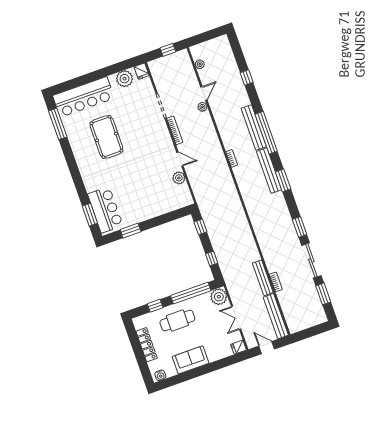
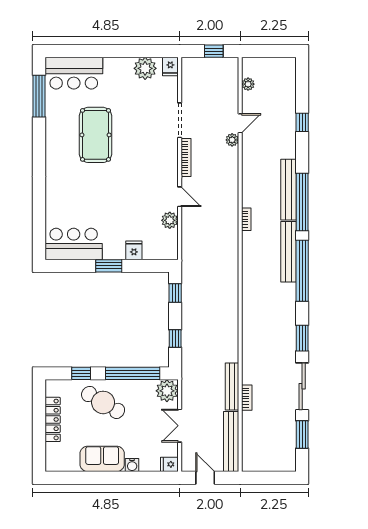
bar counter: (84, 97) -> (74, 73), width x0.73
window: (283, 180) -> (302, 271), width x2.11
fridge: (161, 208) -> (134, 250), added
bar counter: (105, 210) -> (74, 244), moved, turned -90
window: (90, 215) -> (39, 227), removed
window: (131, 231) -> (109, 266), moved
cafe table: (177, 321) -> (103, 402), turned 31
water cooler: (160, 375) -> (132, 465), moved

